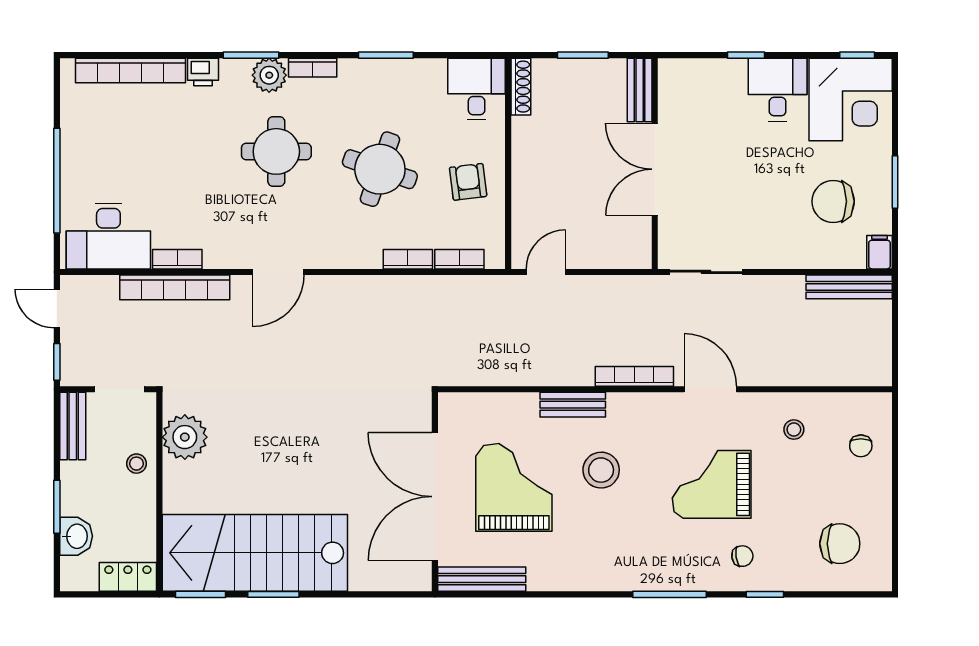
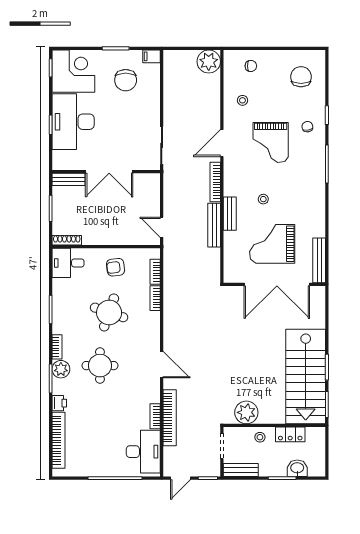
desk: (778, 90) -> (73, 122), width x1.87, depth x1.30
bench: (849, 287) -> (214, 225), moved
plant: (869, 364) -> (209, 62), added
stool: (601, 470) -> (263, 199), width x0.53, depth x0.53
locker: (128, 577) -> (290, 434), moved, turned -90

